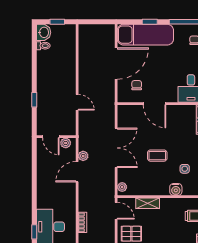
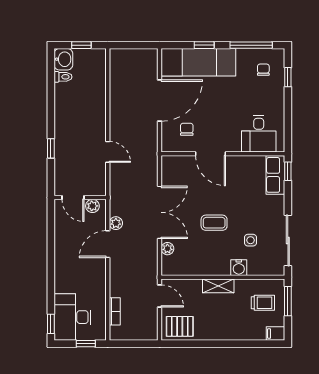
plant: (122, 187) -> (167, 249), moved
shelving: (148, 203) -> (218, 286), moved

